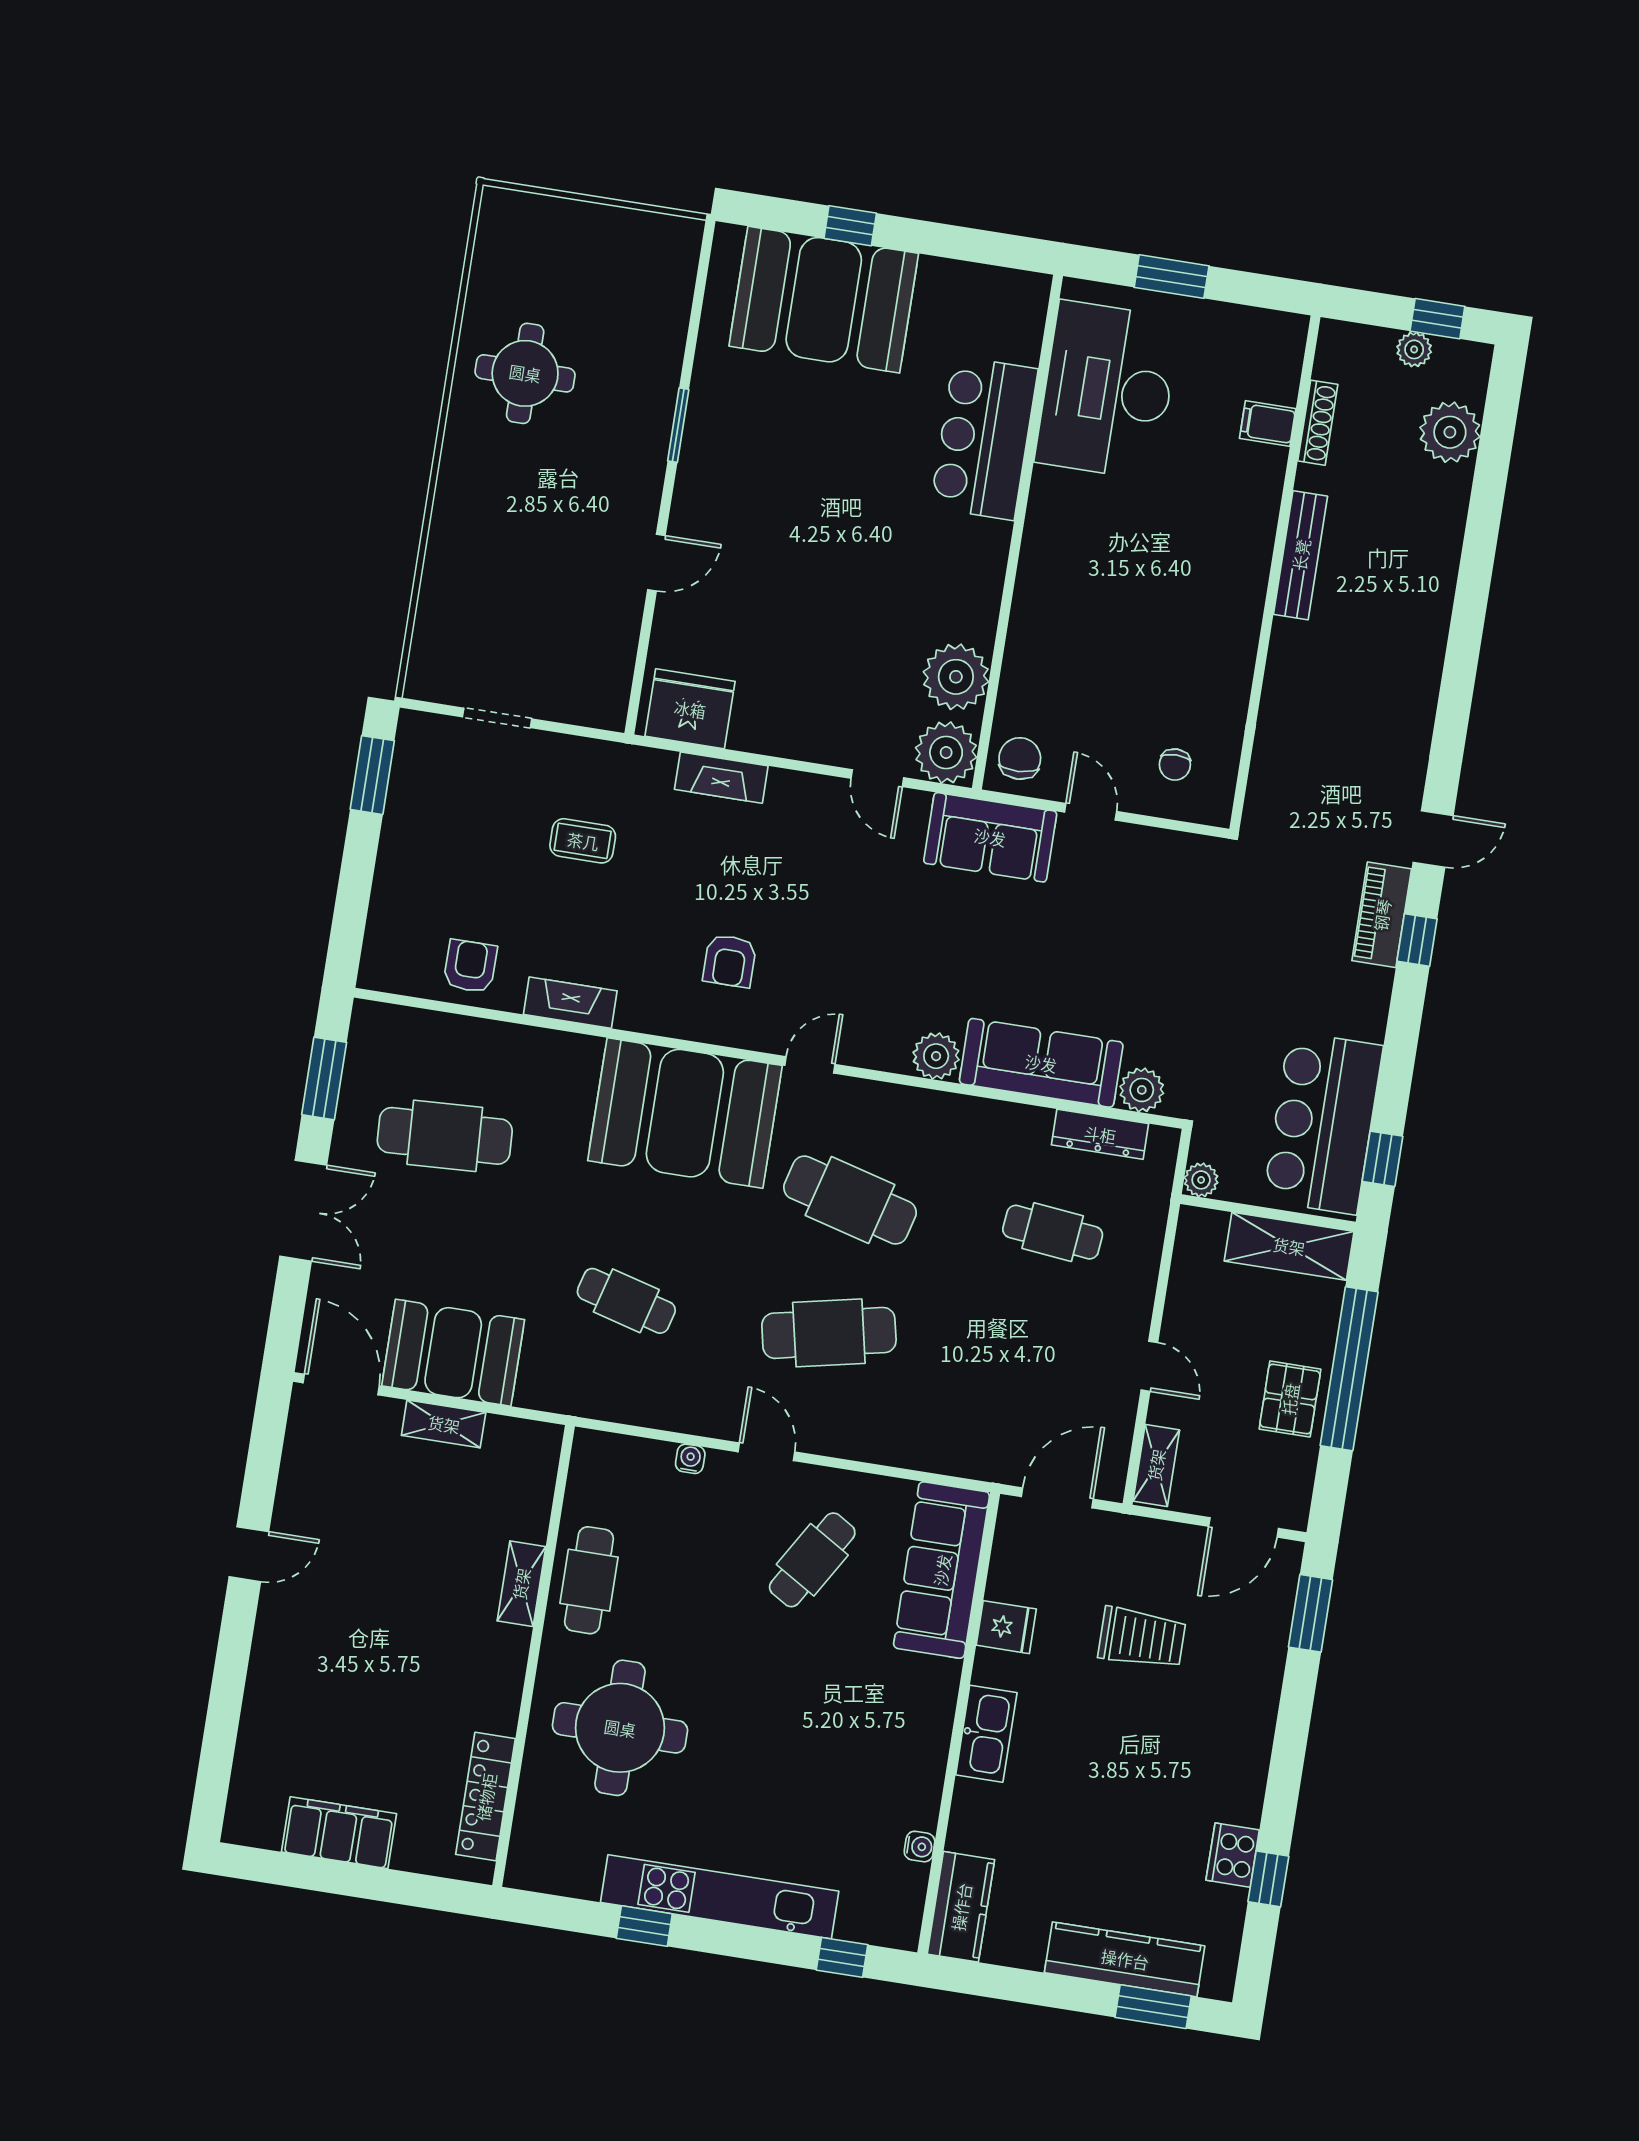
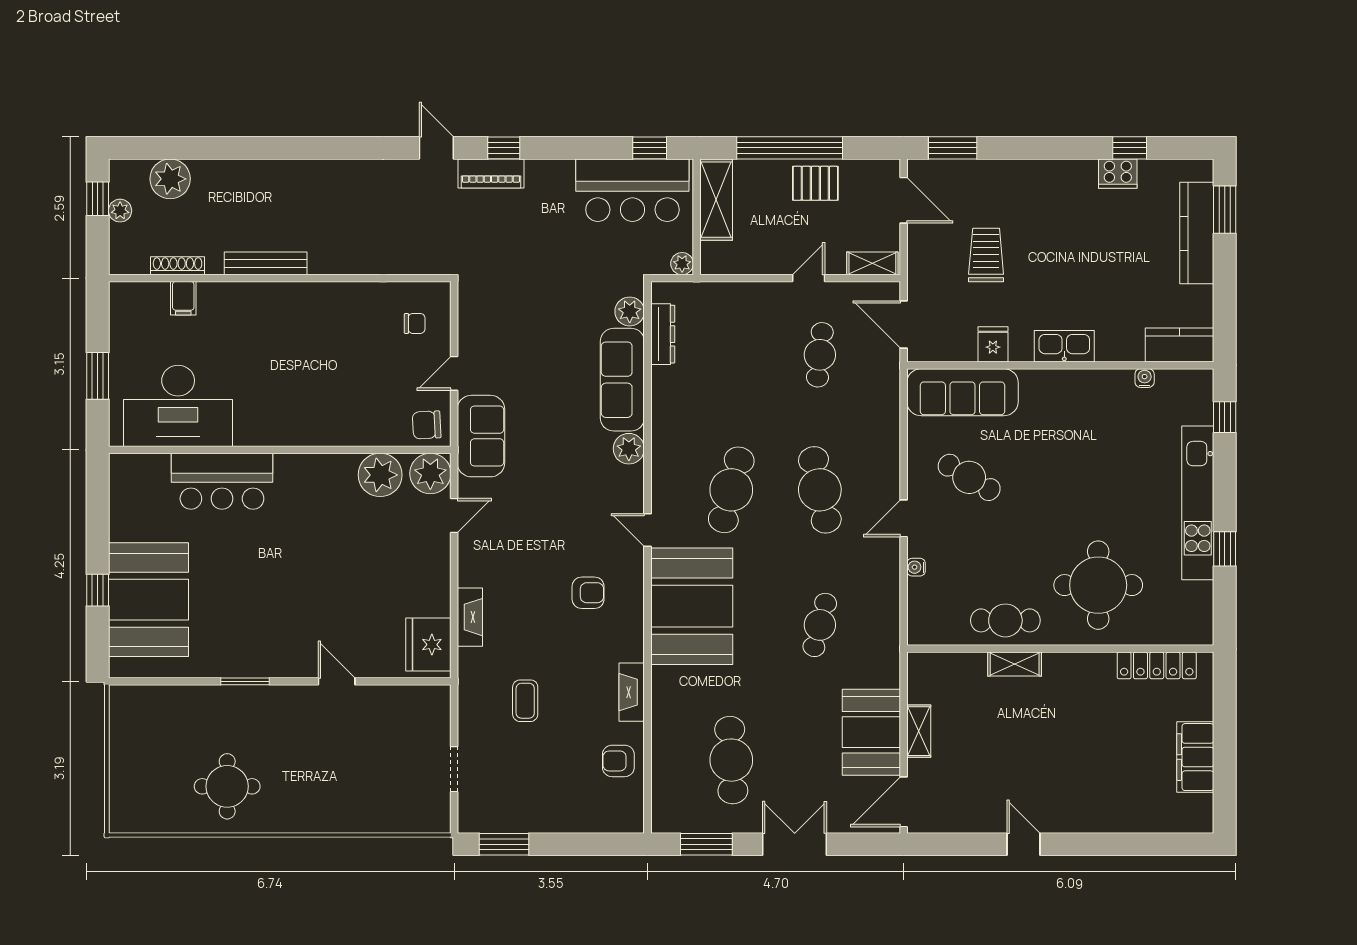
cafe table: (1053, 1232) -> (820, 355), moved

